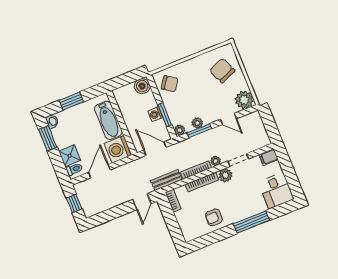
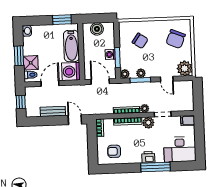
chair: (222, 71) -> (176, 39), turned -135
chair: (170, 84) -> (140, 41), moved
boiler: (142, 86) -> (97, 29), moved
window: (71, 101) -> (62, 20), moved
window: (48, 138) -> (19, 56), moved
bench: (166, 180) -> (53, 111), moved
desk: (276, 191) -> (180, 149), width x1.37
door: (142, 202) -> (75, 120), swing flipped
printer: (239, 214) -> (148, 157), added
armchair: (214, 217) -> (114, 151), moved

